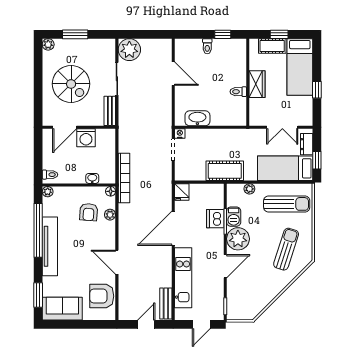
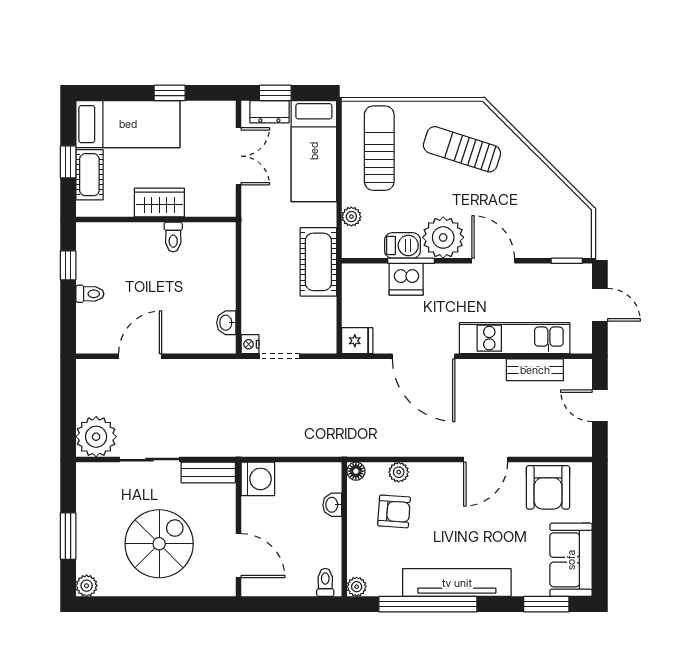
washbasin: (197, 118) -> (226, 323), width x0.52, depth x0.69
washing machine: (86, 138) -> (258, 479), moved
window: (317, 160) -> (275, 93), moved
bookcase: (124, 178) -> (331, 447), removed
bench: (166, 303) -> (535, 370), moved

